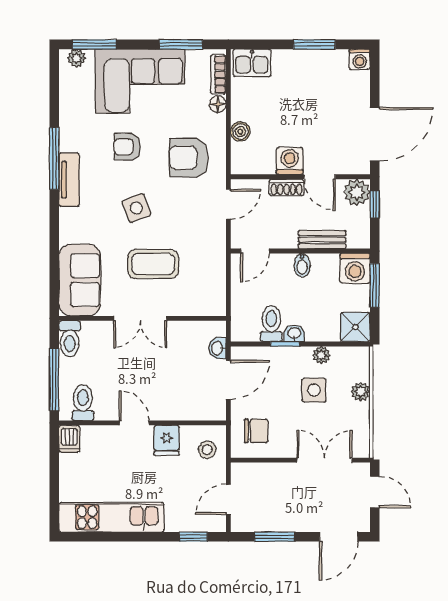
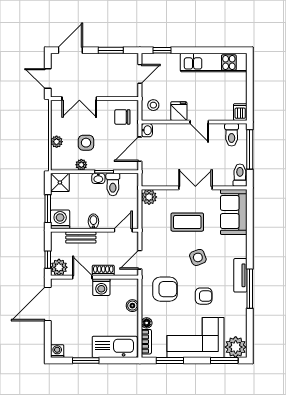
plant: (77, 58) -> (236, 347), width x1.88, depth x1.88
kitchen sink: (252, 63) -> (115, 347), width x1.87, depth x1.24
plant: (214, 304) -> (149, 197), added
washbasin: (217, 348) -> (147, 130), moved

